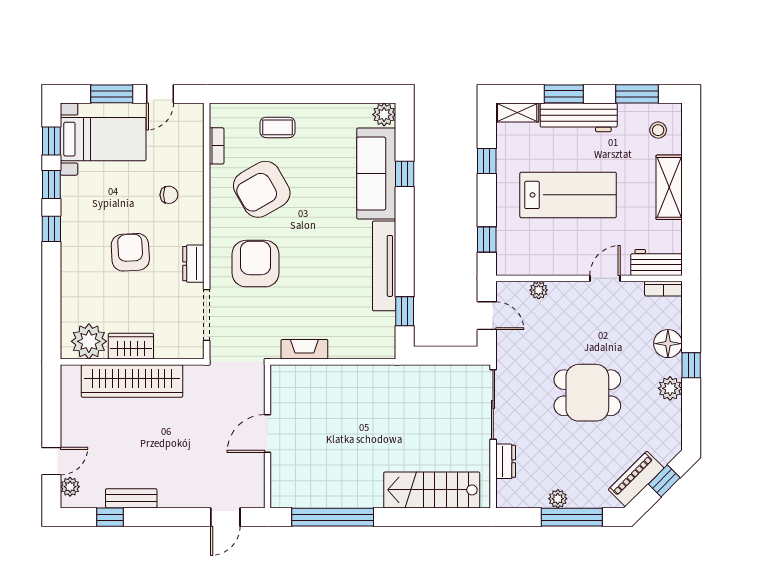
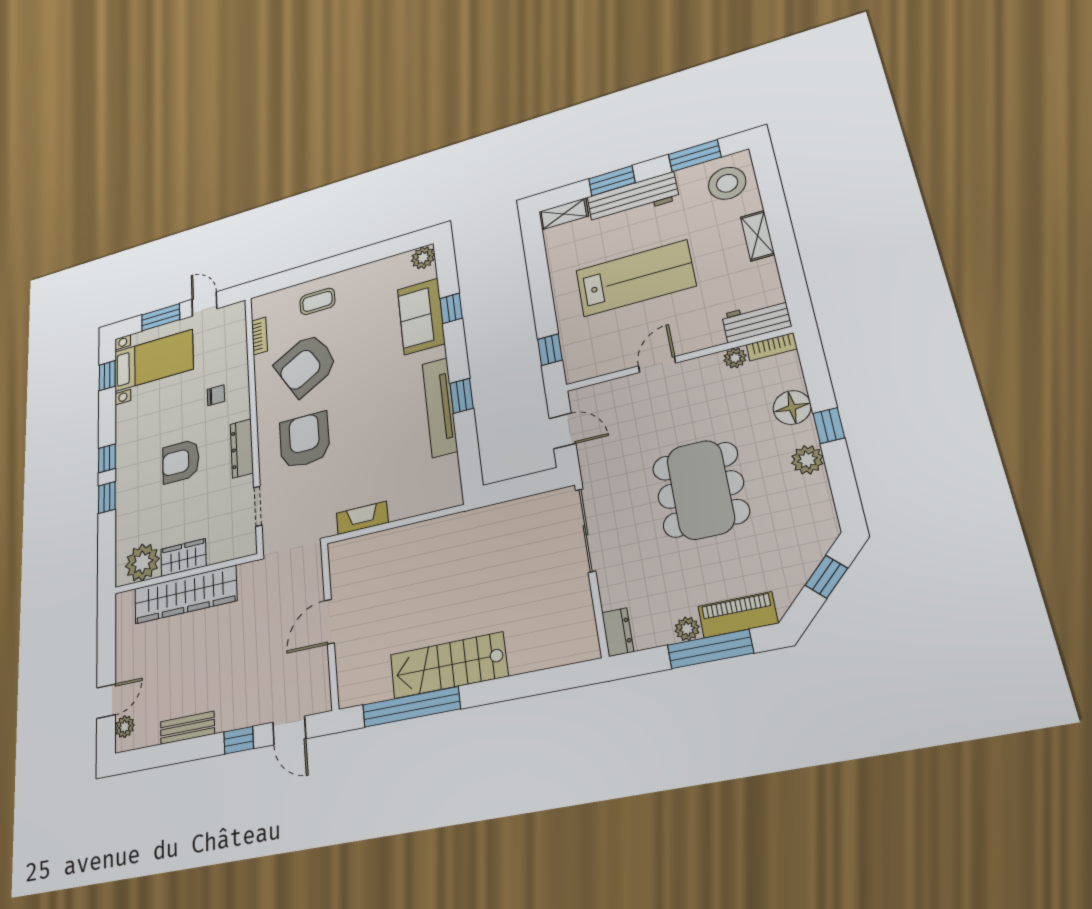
door: (160, 94) -> (204, 304), swing flipped
stool: (658, 130) -> (727, 183), width x1.89, depth x1.89
window: (487, 161) -> (538, 270), removed
sofa: (376, 173) -> (421, 316), width x0.73
window: (51, 185) -> (107, 497), moved
shelving: (669, 187) -> (758, 236), width x0.67, depth x0.75
armchair: (130, 252) -> (181, 461), turned -87
dresser: (193, 264) -> (242, 448), width x1.44
door: (605, 278) -> (657, 365), moved
plant: (539, 290) -> (735, 358), moved
window: (405, 311) -> (462, 396), moved
doorway: (207, 315) -> (258, 506), width x0.73
dining table: (587, 393) -> (701, 490), width x1.38
dresser: (506, 461) -> (618, 632), moved
piano: (636, 479) -> (738, 615), moved, turned 45
stairs: (432, 490) -> (449, 665), moved
window: (110, 517) -> (239, 740), moved
door: (225, 517) -> (289, 730), hinge flipped

